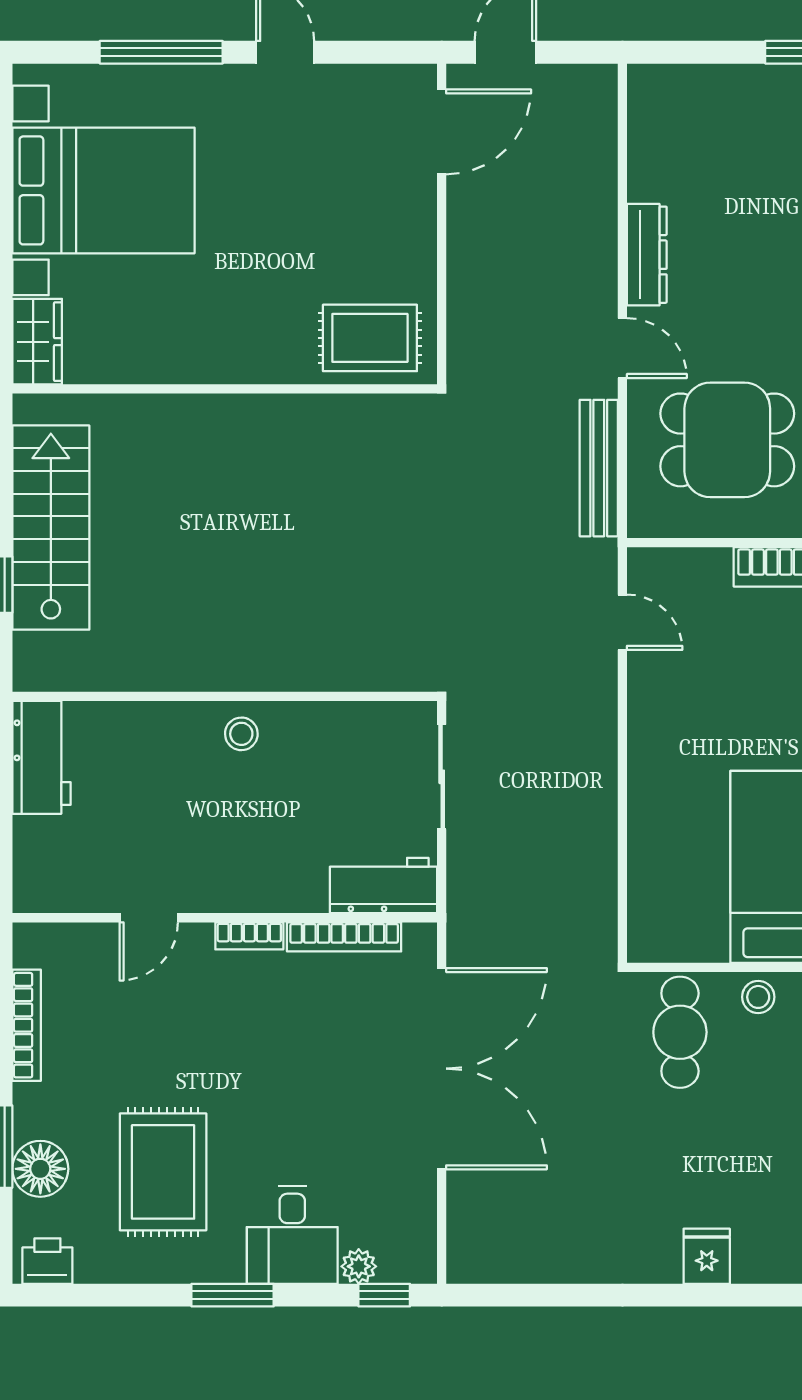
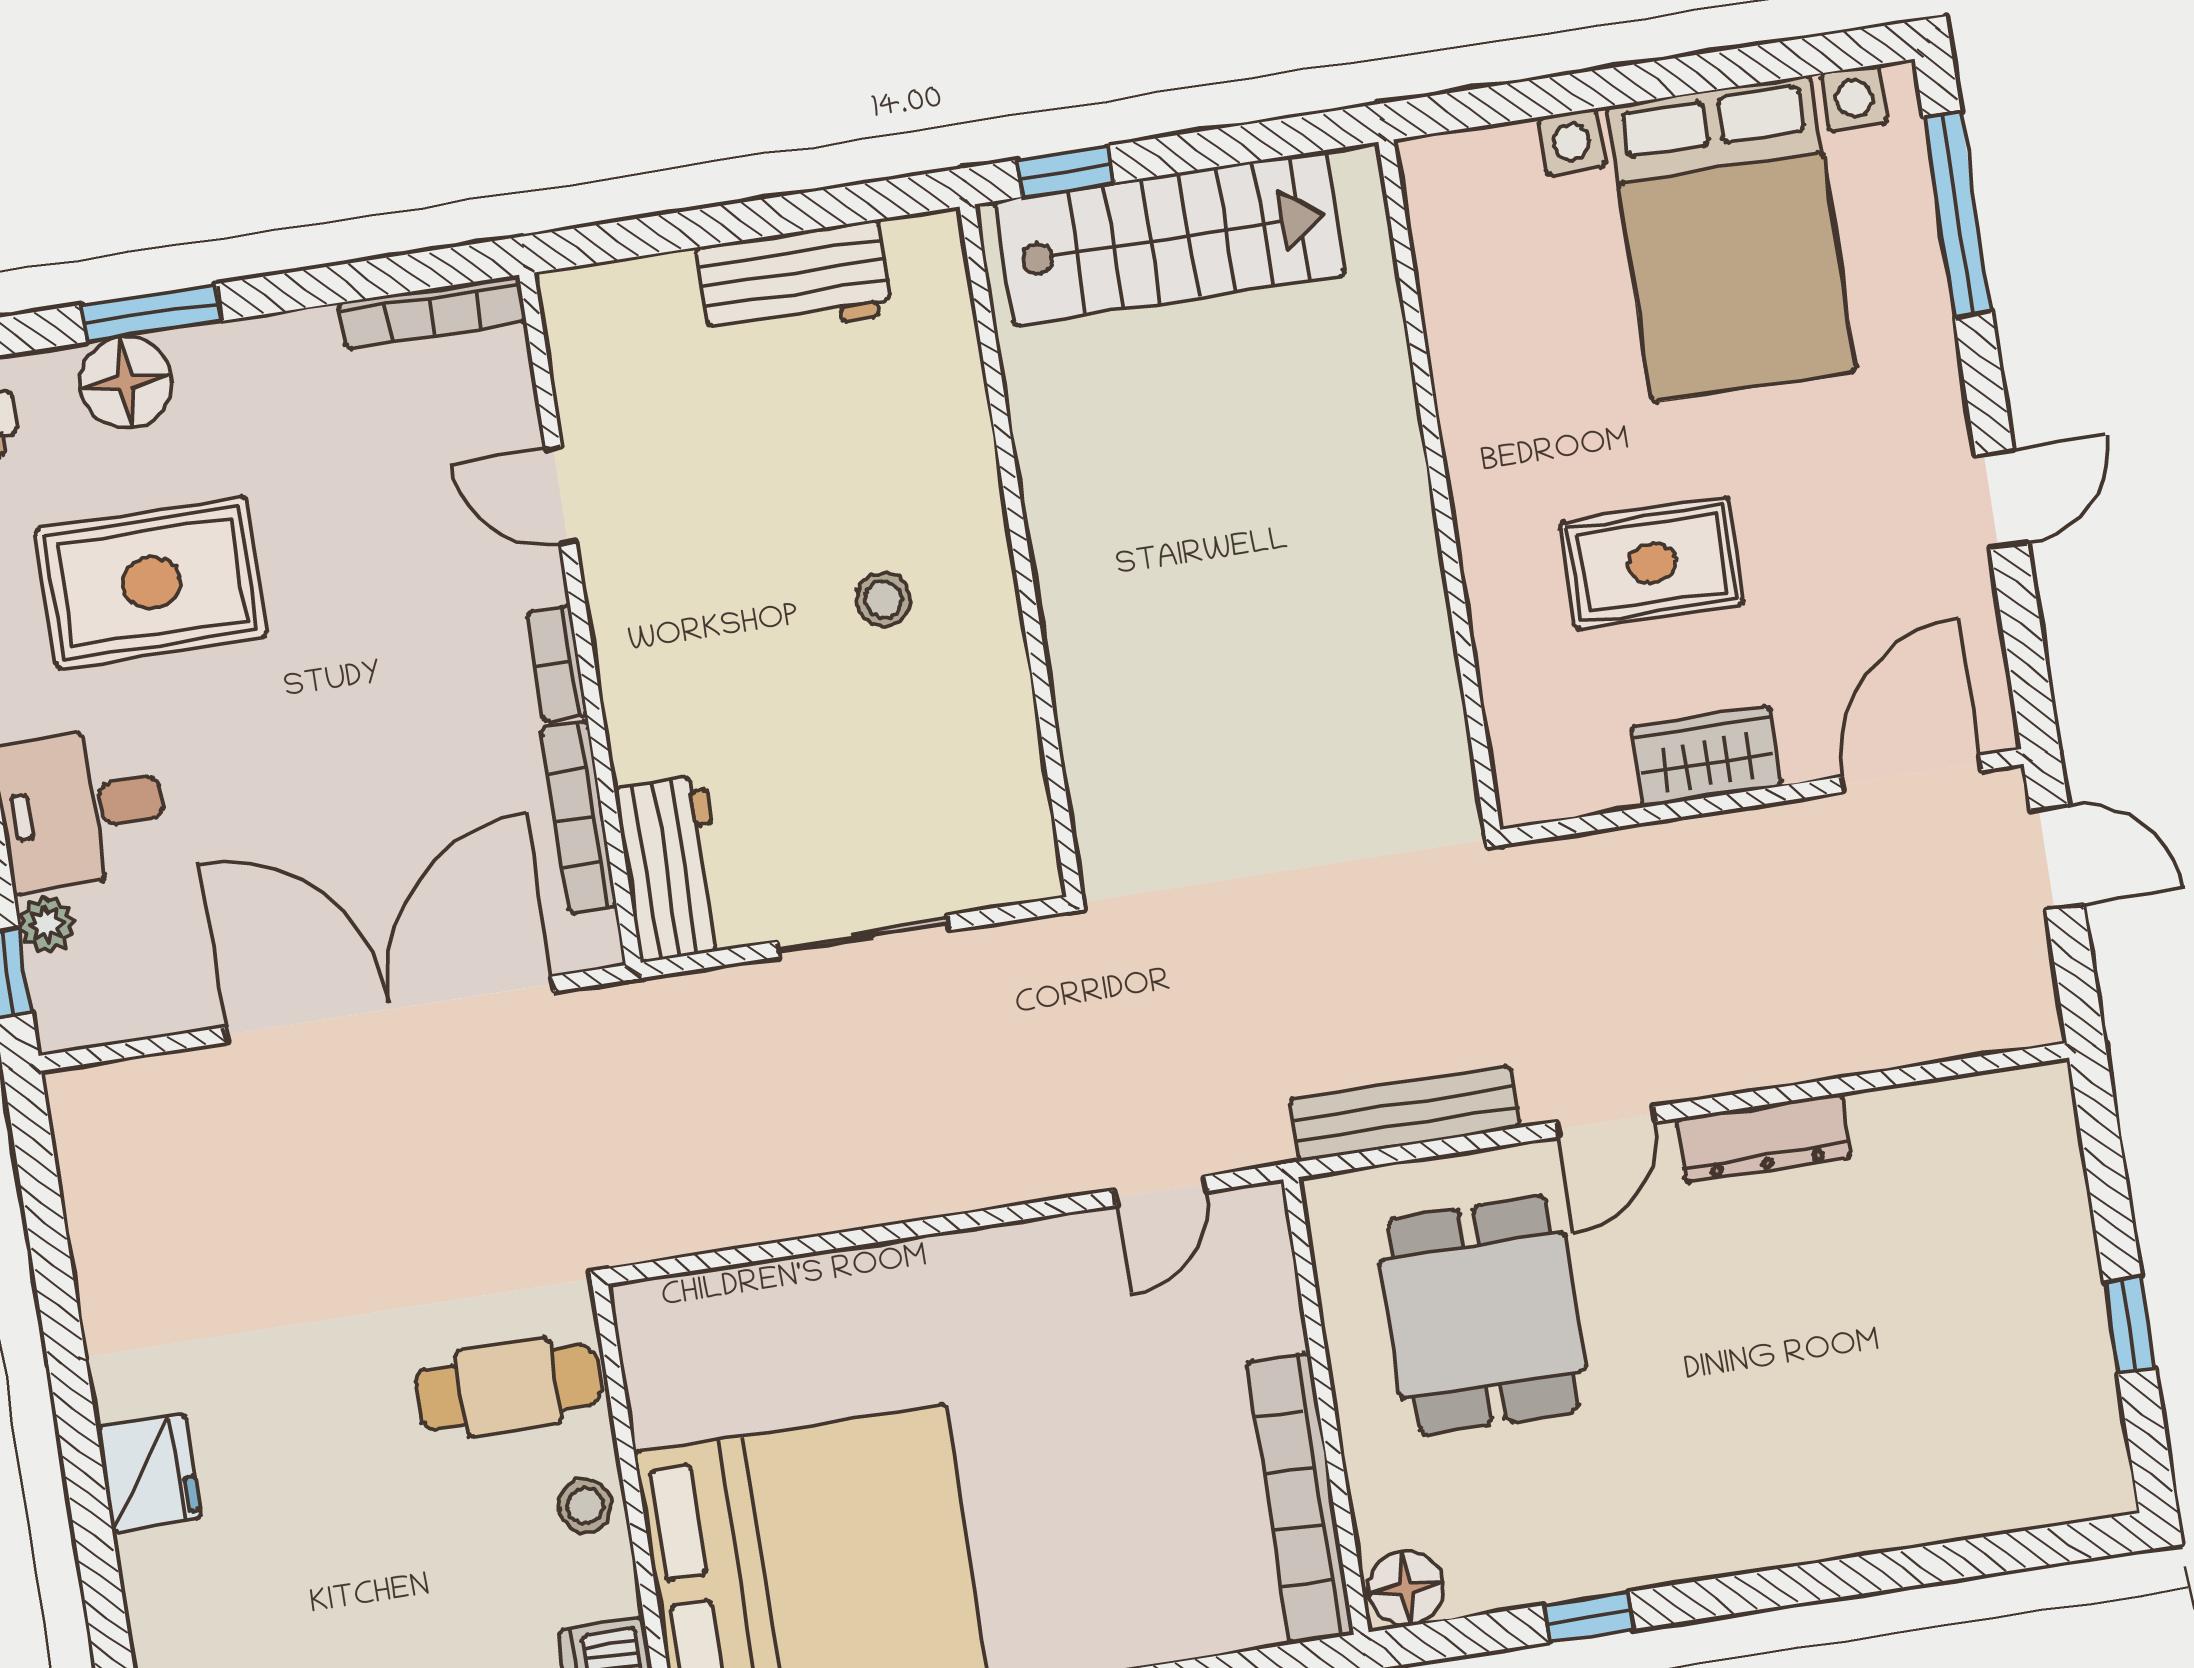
window: (161, 52) -> (1958, 214), moved
door: (442, 132) -> (1912, 774), swing flipped
rug: (370, 338) -> (1652, 563), moved, turned 90
wardrobe: (37, 342) -> (1706, 757), moved, turned 180
wall: (225, 696) -> (1021, 551), moved
bookcase: (27, 1025) -> (432, 312), moved
double door: (442, 1069) -> (389, 1009), swing flipped
fridge: (707, 1256) -> (149, 1473), width x1.38

